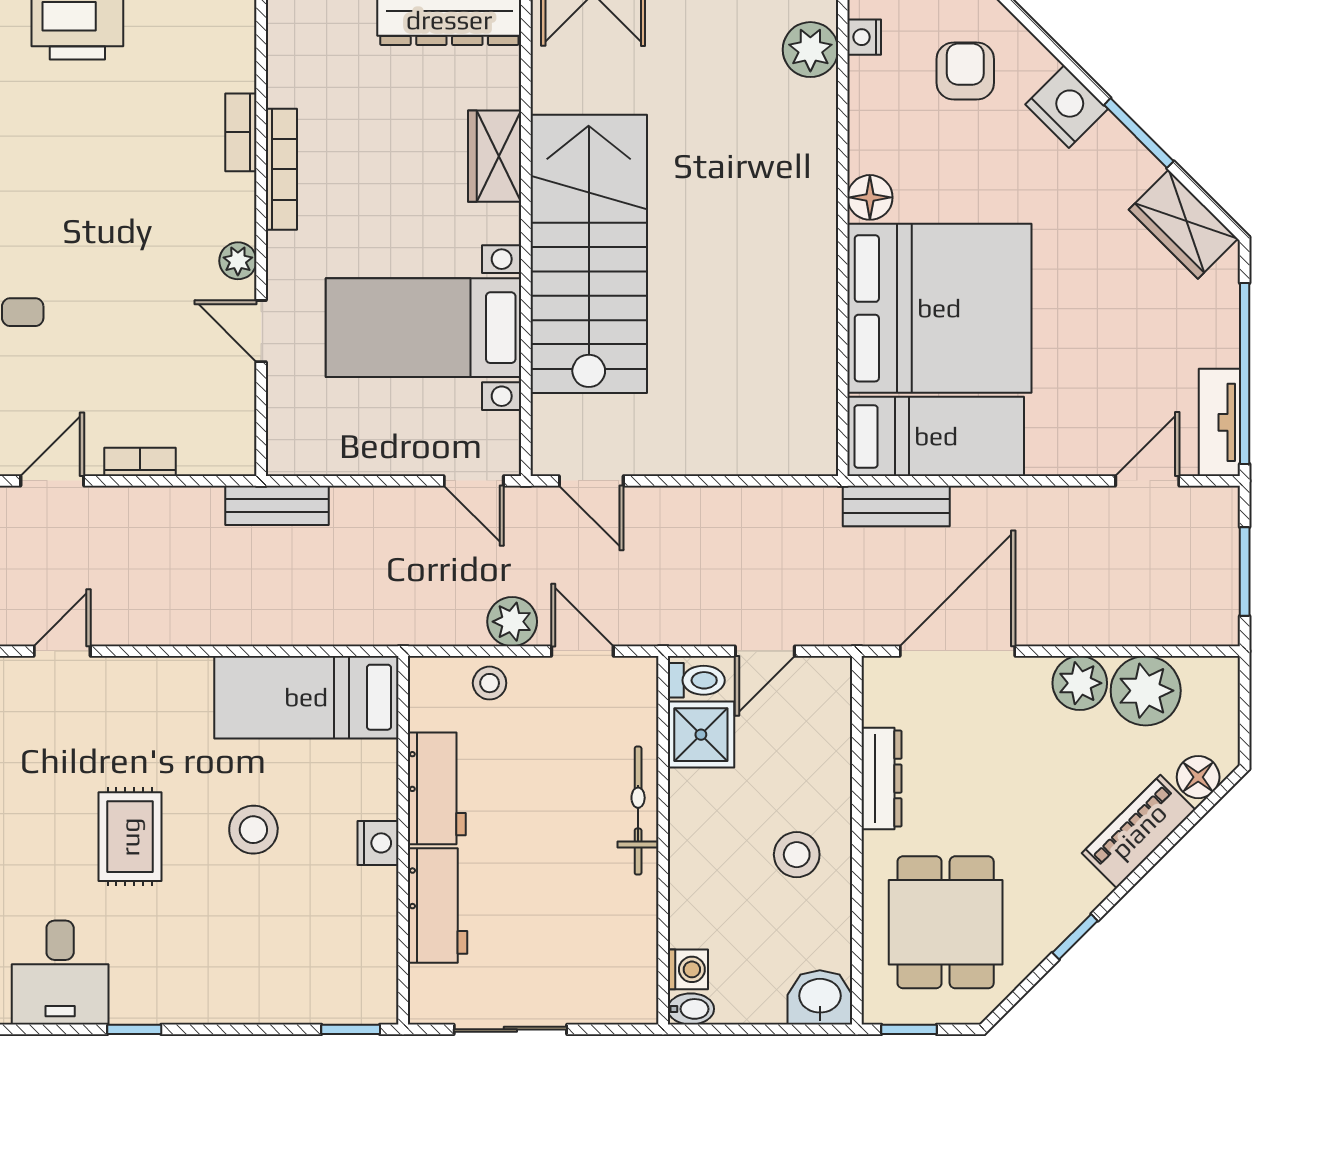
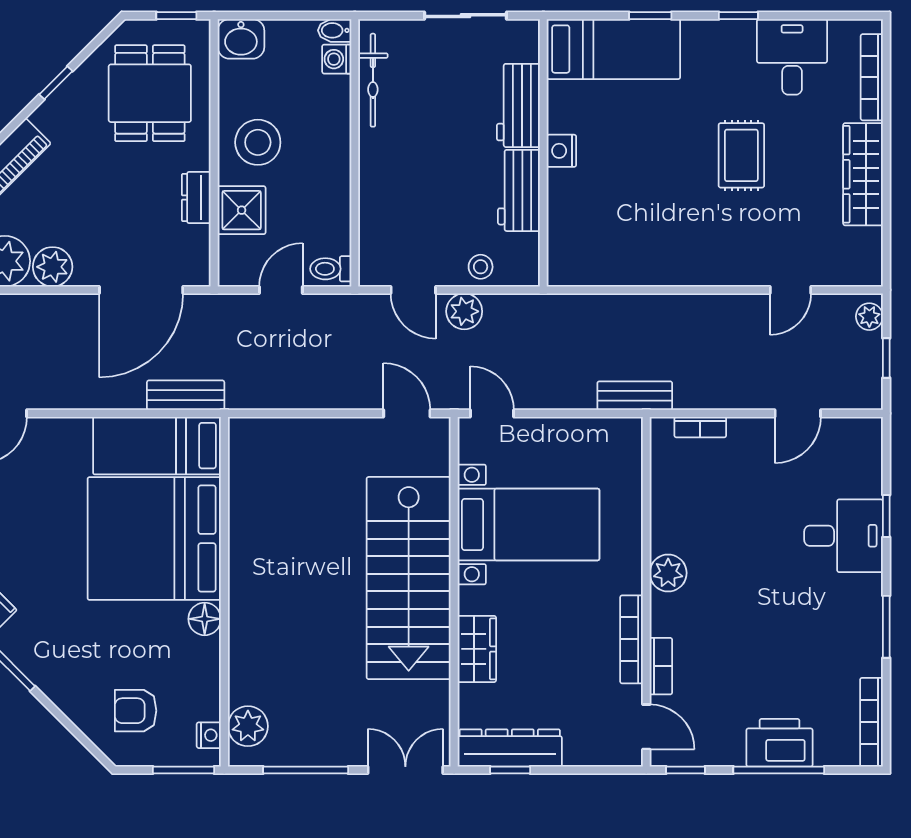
armchair: (965, 71) -> (136, 711), turned 90
nightstand: (1067, 107) -> (62, 685), removed
plant: (238, 261) -> (668, 573), width x1.38, depth x1.38
door: (261, 331) -> (646, 727), moved
bookcase: (140, 462) -> (700, 427), moved
bed: (306, 697) -> (613, 49), moved
shower: (701, 735) -> (242, 210), moved
dresser: (882, 779) -> (196, 198), width x0.70
bicycle: (638, 811) -> (373, 80), moved
stool: (253, 830) -> (652, 160), removed
stool: (797, 855) -> (258, 142), width x1.38, depth x1.38
window: (351, 1029) -> (650, 16), moved

